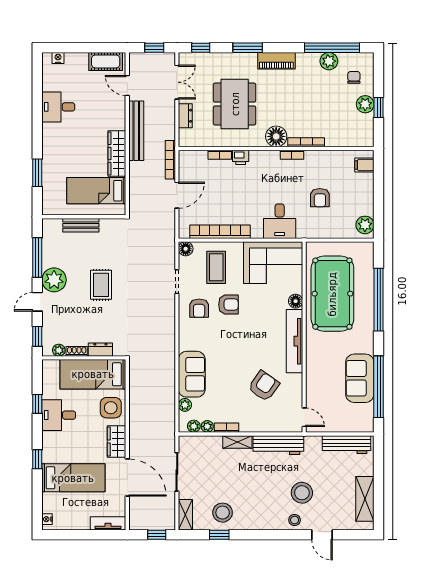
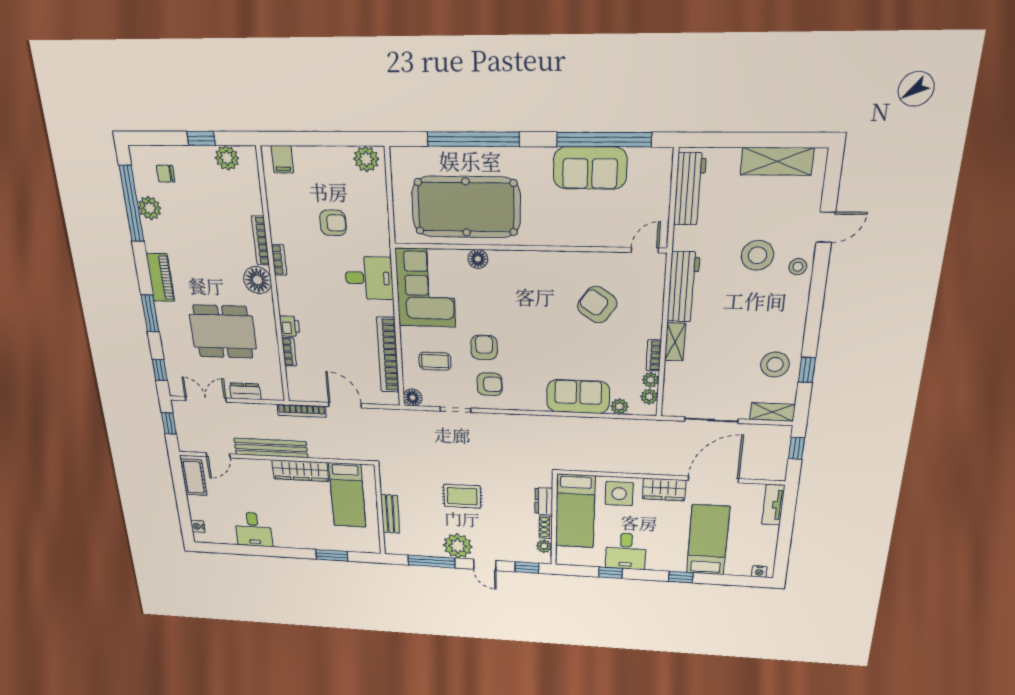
plant: (365, 104) -> (227, 158), moved
coffee table: (216, 267) -> (435, 361), width x0.73, depth x0.77
tv unit: (294, 341) -> (534, 262), removed

